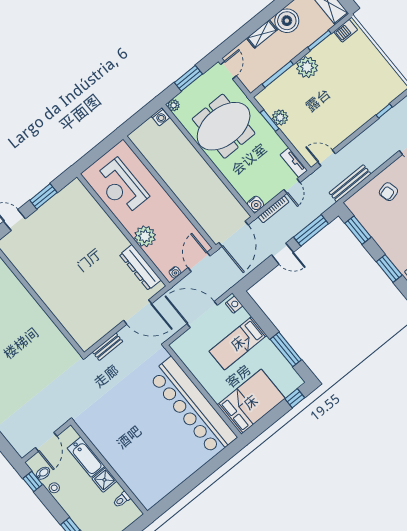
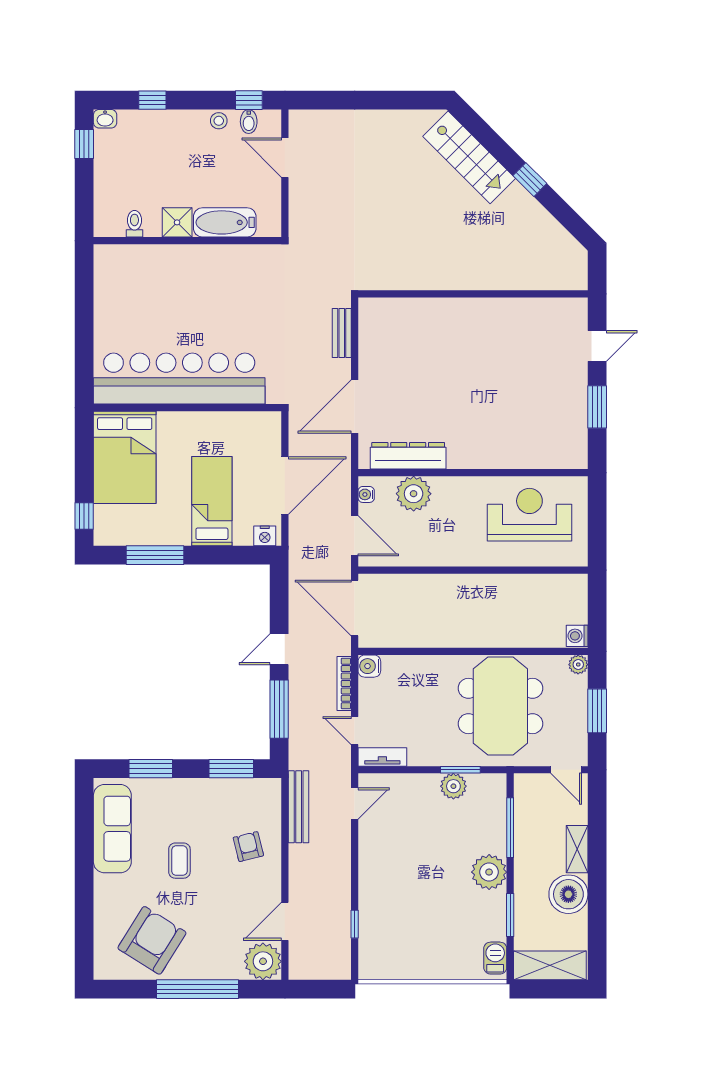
plant: (145, 236) -> (414, 494), moved
bathtub: (86, 457) -> (225, 222), moved
wall: (109, 468) -> (187, 241), moved
shower: (104, 480) -> (177, 222), moved
toilet: (122, 500) -> (134, 224), moved

